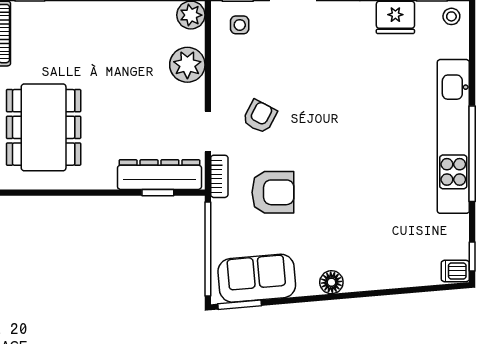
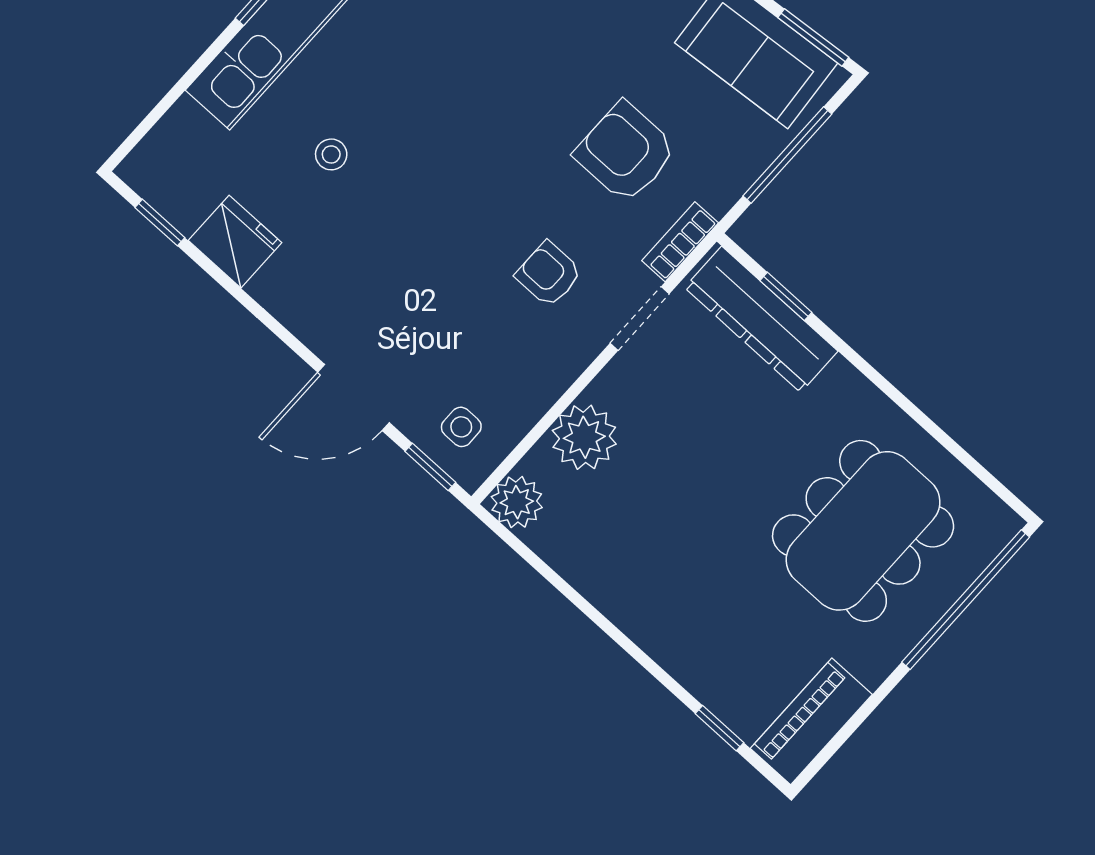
stool: (451, 16) -> (331, 154), moved
armchair: (260, 117) -> (549, 274), turned 62
window: (208, 249) -> (787, 155), width x0.68

